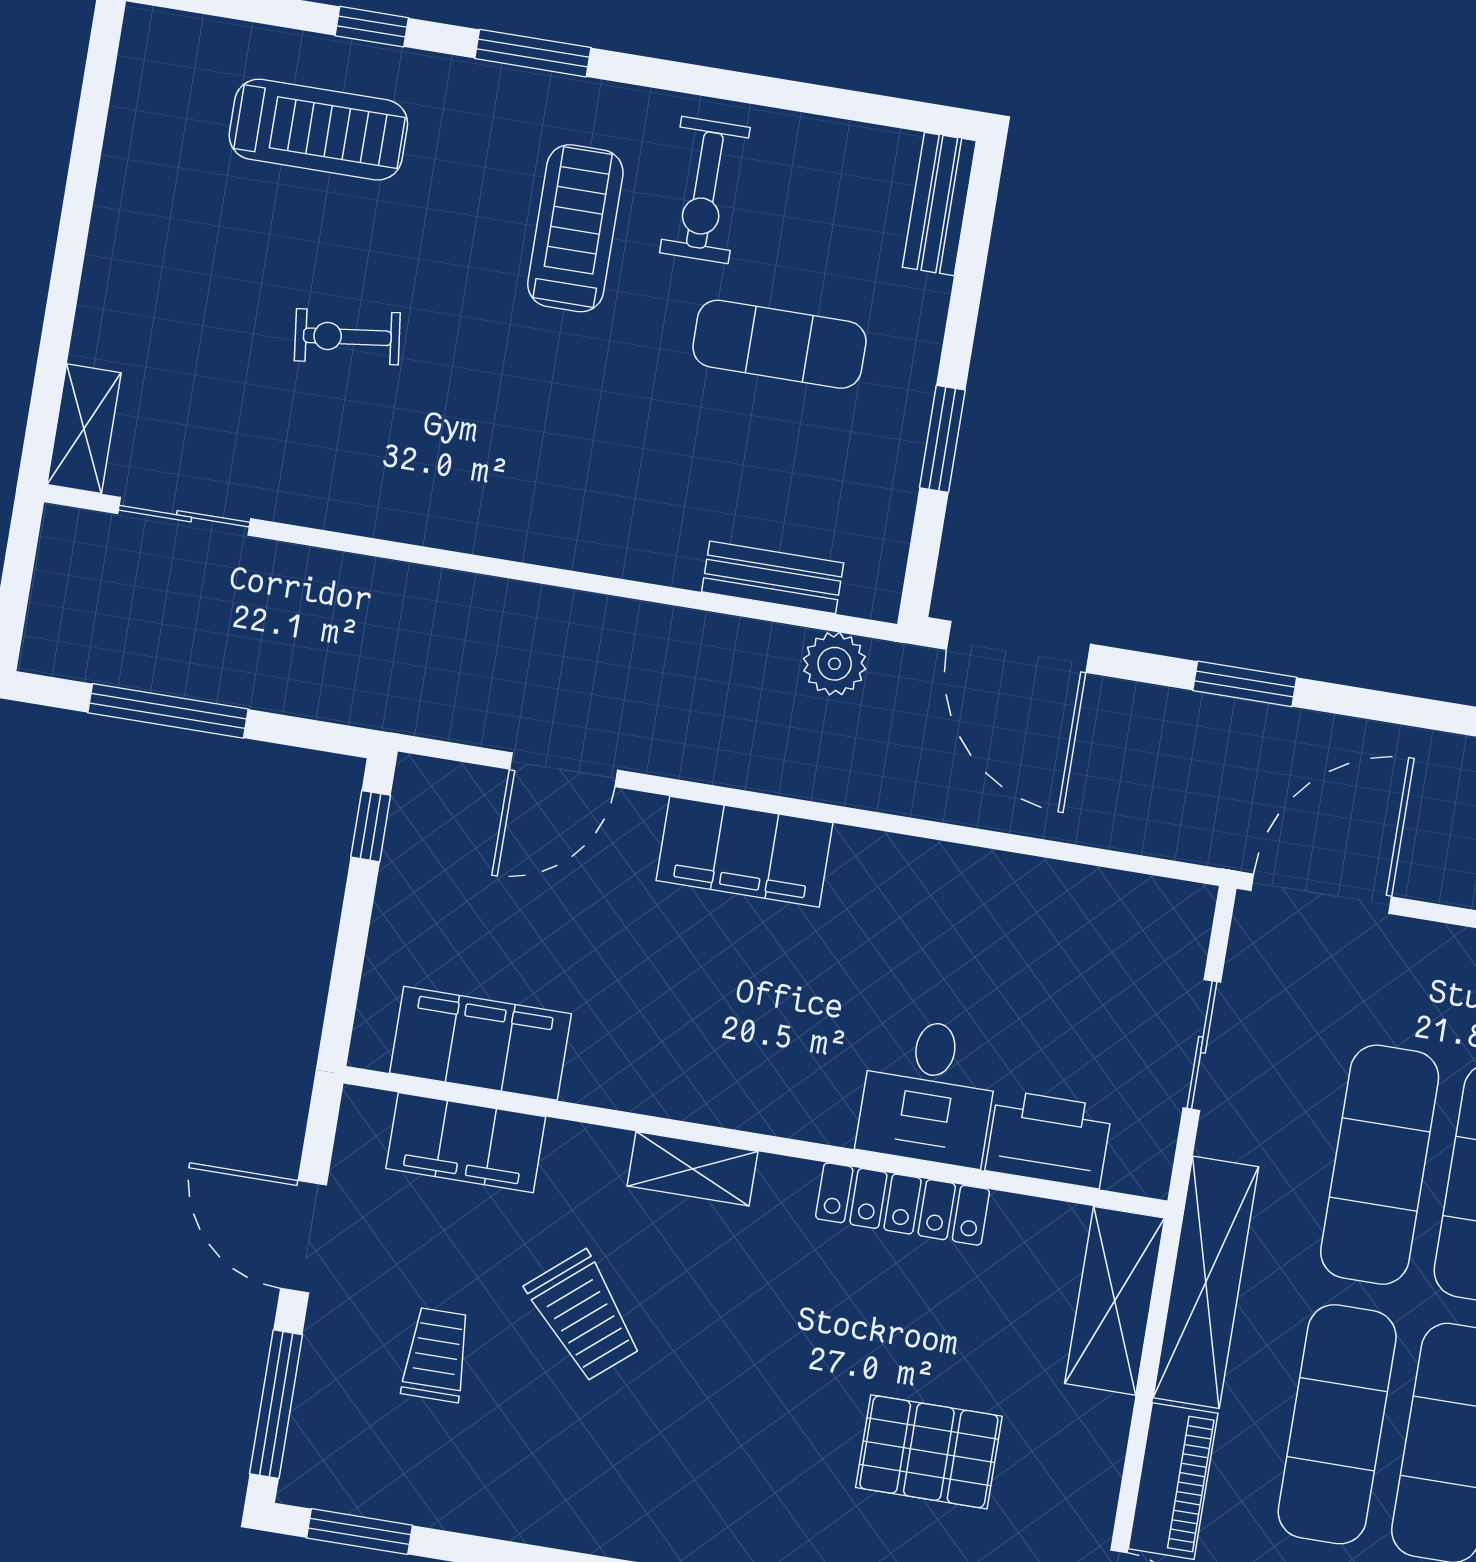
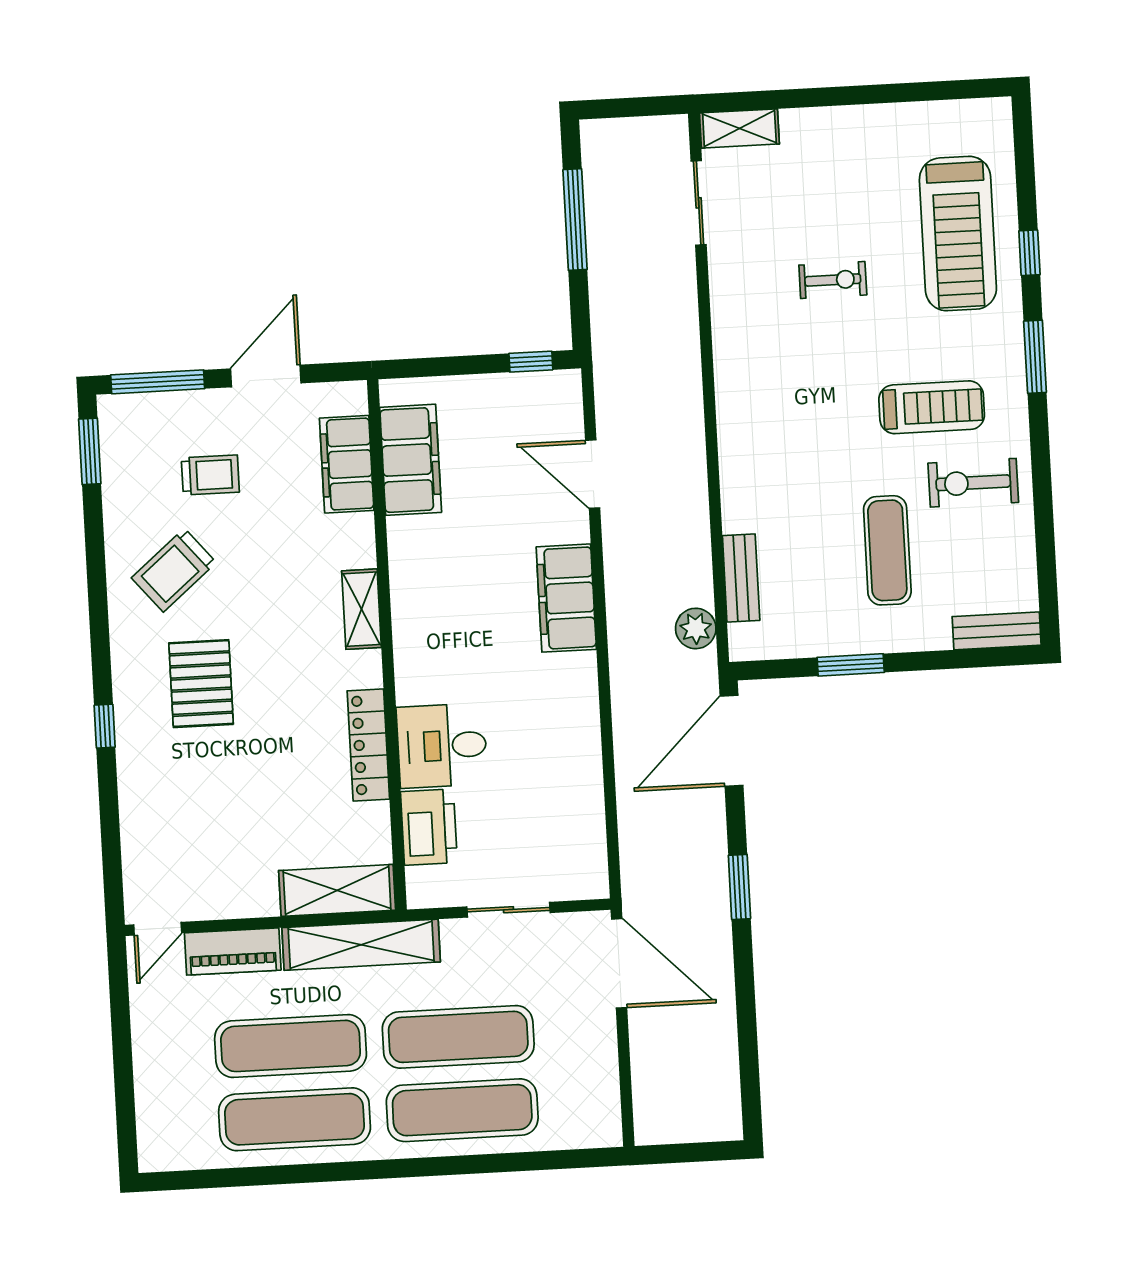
treadmill: (318, 130) -> (958, 234), width x1.37, depth x1.38
exercise bike: (347, 337) -> (833, 280), turned 97
trolley: (584, 1316) -> (174, 570), moved
pallet: (929, 1452) -> (201, 684), moved

